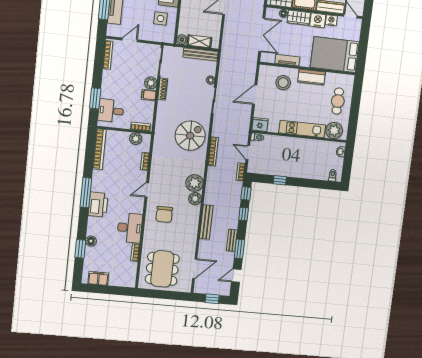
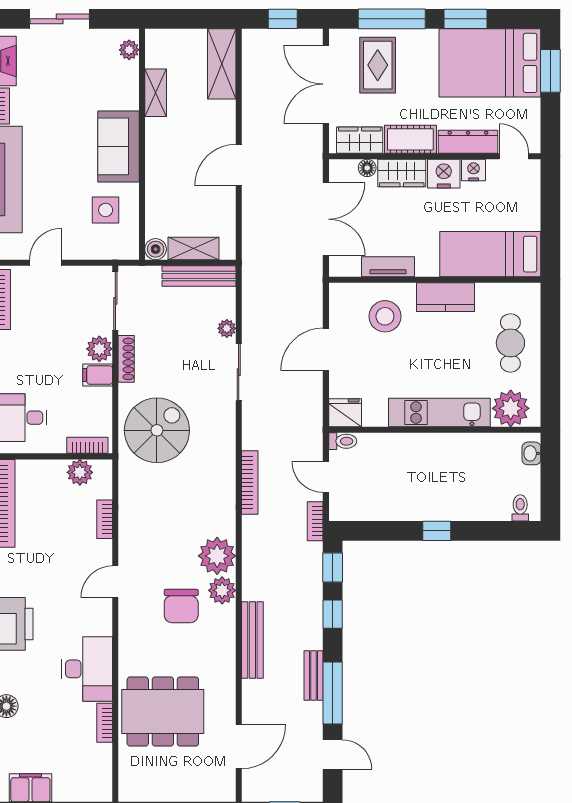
bed: (335, 55) -> (490, 254), width x0.67
spiral stairs: (190, 136) -> (157, 430), moved
window: (280, 180) -> (437, 531), moved
chair: (164, 214) -> (181, 606), moved
window: (239, 249) -> (333, 693), width x1.44
dining table: (162, 269) -> (163, 711), moved, turned 90
door: (236, 276) -> (333, 754), swing flipped

